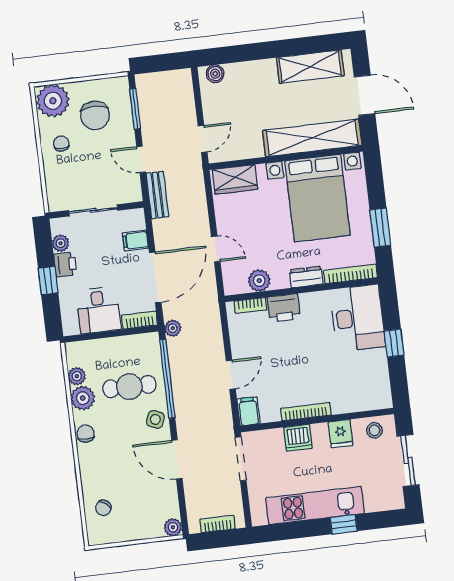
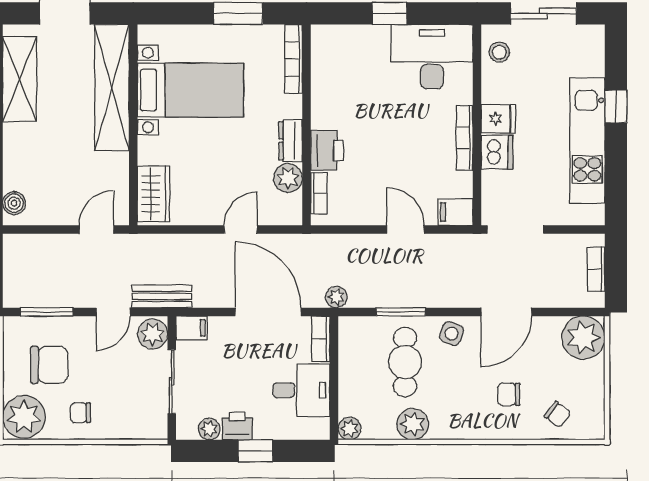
door: (203, 139) -> (96, 229), hinge flipped
plant: (128, 191) -> (153, 334), added
bed with nightstands: (317, 198) -> (190, 90), width x0.73
filing cabinet: (135, 241) -> (192, 328), moved, turned -90
dresser: (306, 277) -> (291, 141), moved
desk: (358, 318) -> (432, 57), moved
plant: (77, 376) -> (350, 428), moved
window: (167, 379) -> (401, 312), width x0.47
chair: (86, 434) -> (509, 394), moved
fridge: (341, 434) -> (498, 119), moved
plant: (173, 527) -> (583, 338), width x1.87, depth x1.87

